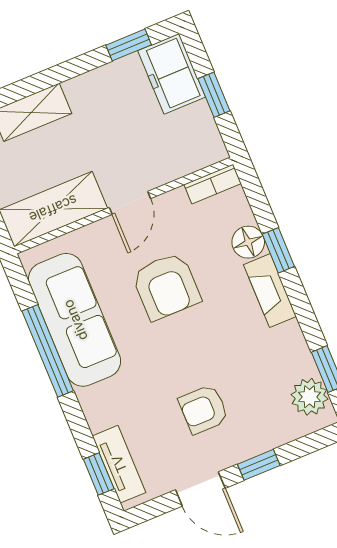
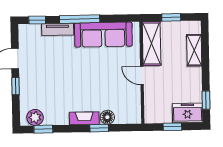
bookcase: (213, 184) -> (136, 112), removed
armchair: (166, 286) -> (102, 77), removed
window: (48, 351) -> (80, 19), moved
armchair: (204, 409) -> (47, 73), removed
tv unit: (119, 464) -> (58, 29), moved

